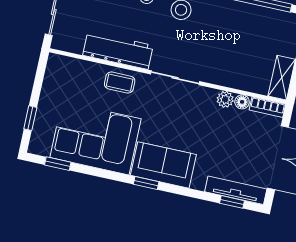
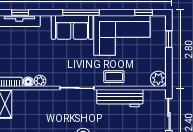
plant: (58, 66) -> (158, 79), added
window: (146, 183) -> (81, 13), width x2.17

